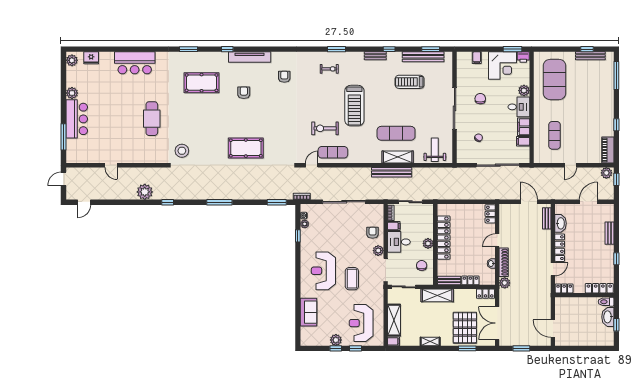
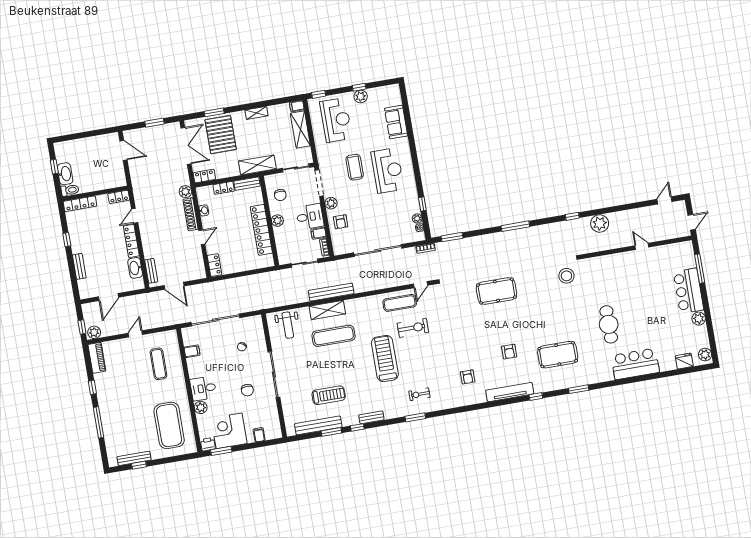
window: (431, 49) -> (331, 432), moved
window: (616, 76) -> (98, 422), moved
cafe table: (152, 119) -> (609, 324), moved
filing cabinet: (524, 127) -> (194, 367), removed
window: (356, 348) -> (319, 94), moved

